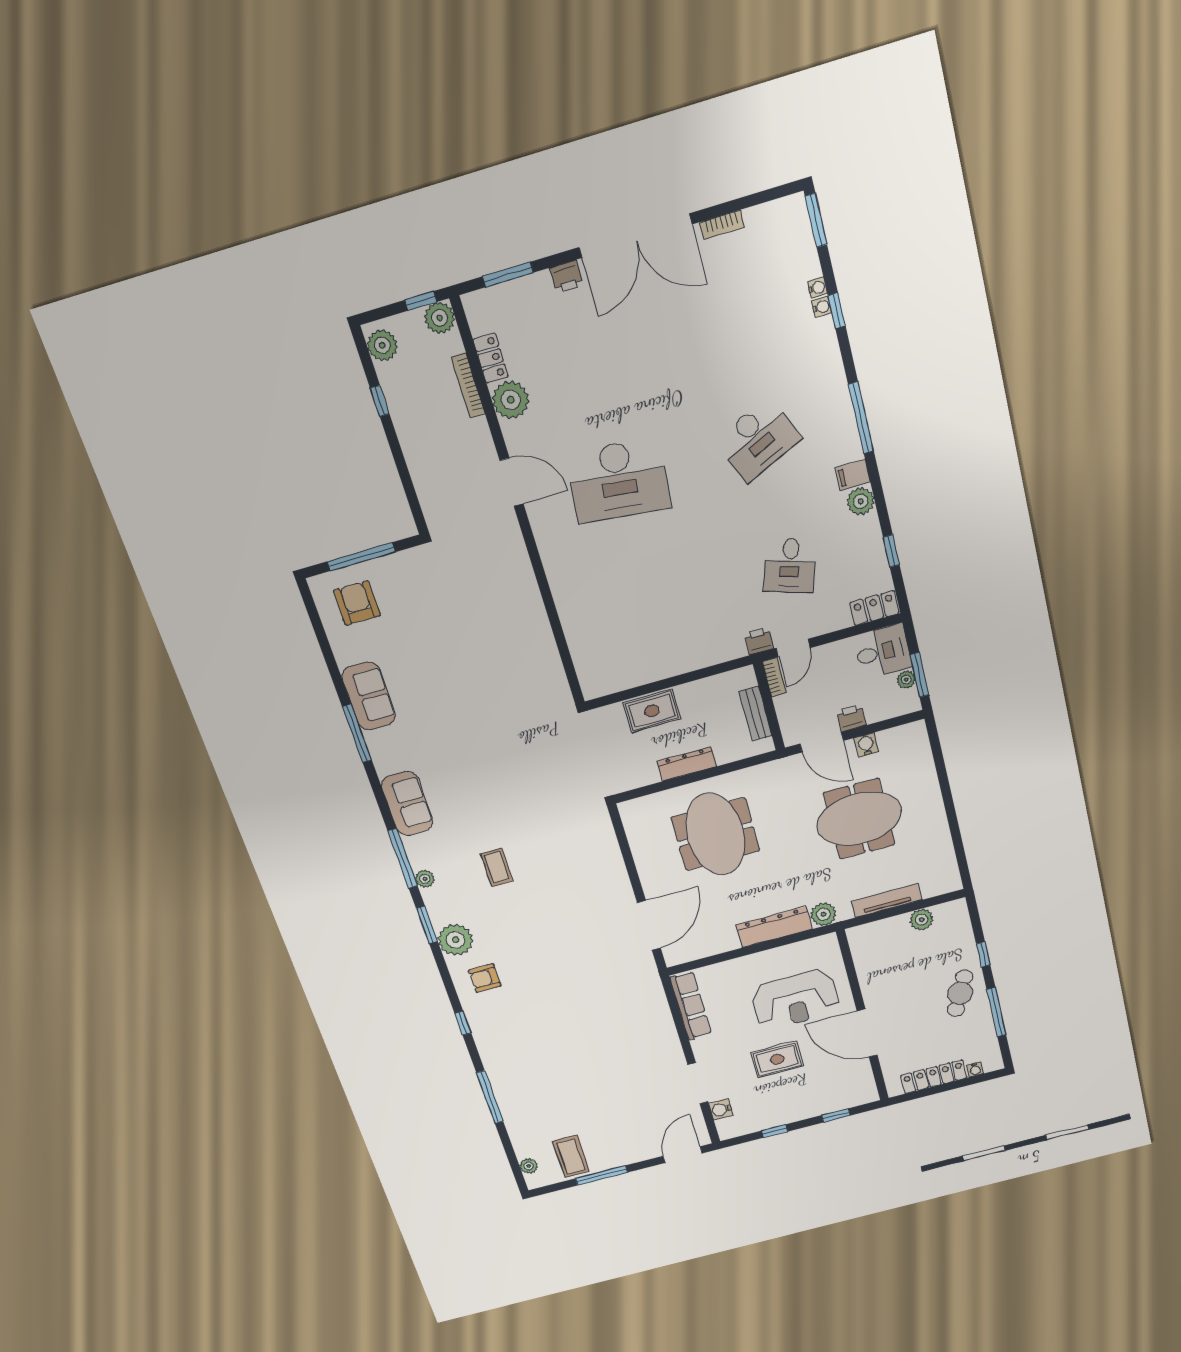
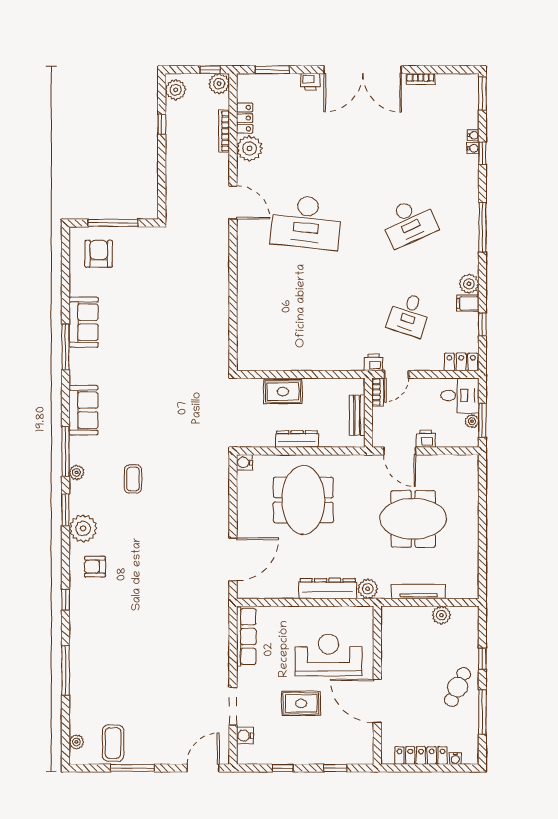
filing cabinet: (853, 475) -> (468, 303), moved
water cooler: (866, 745) -> (244, 462), moved, turned -90
reception desk: (795, 999) -> (328, 655), turned 180

